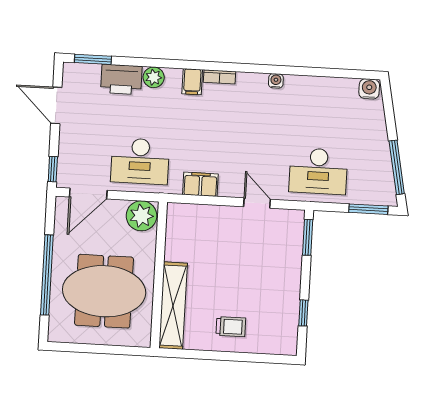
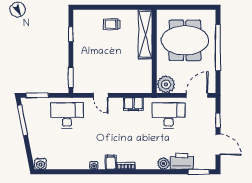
filing cabinet: (192, 82) -> (111, 162), moved
window: (53, 169) -> (218, 120), moved

